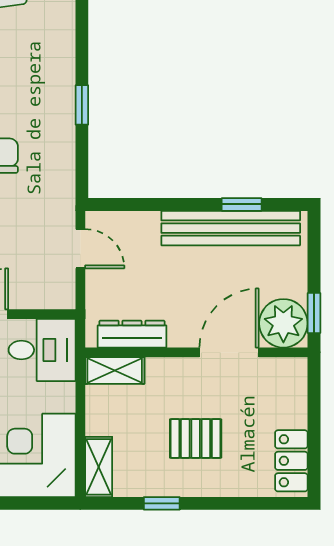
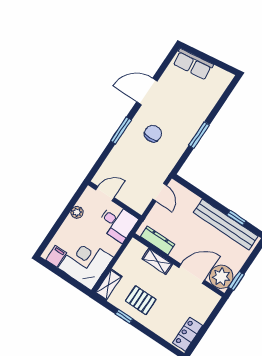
window: (82, 105) -> (199, 135), width x1.50
shelving: (115, 370) -> (157, 261), moved
pallet: (196, 439) -> (141, 300), moved

